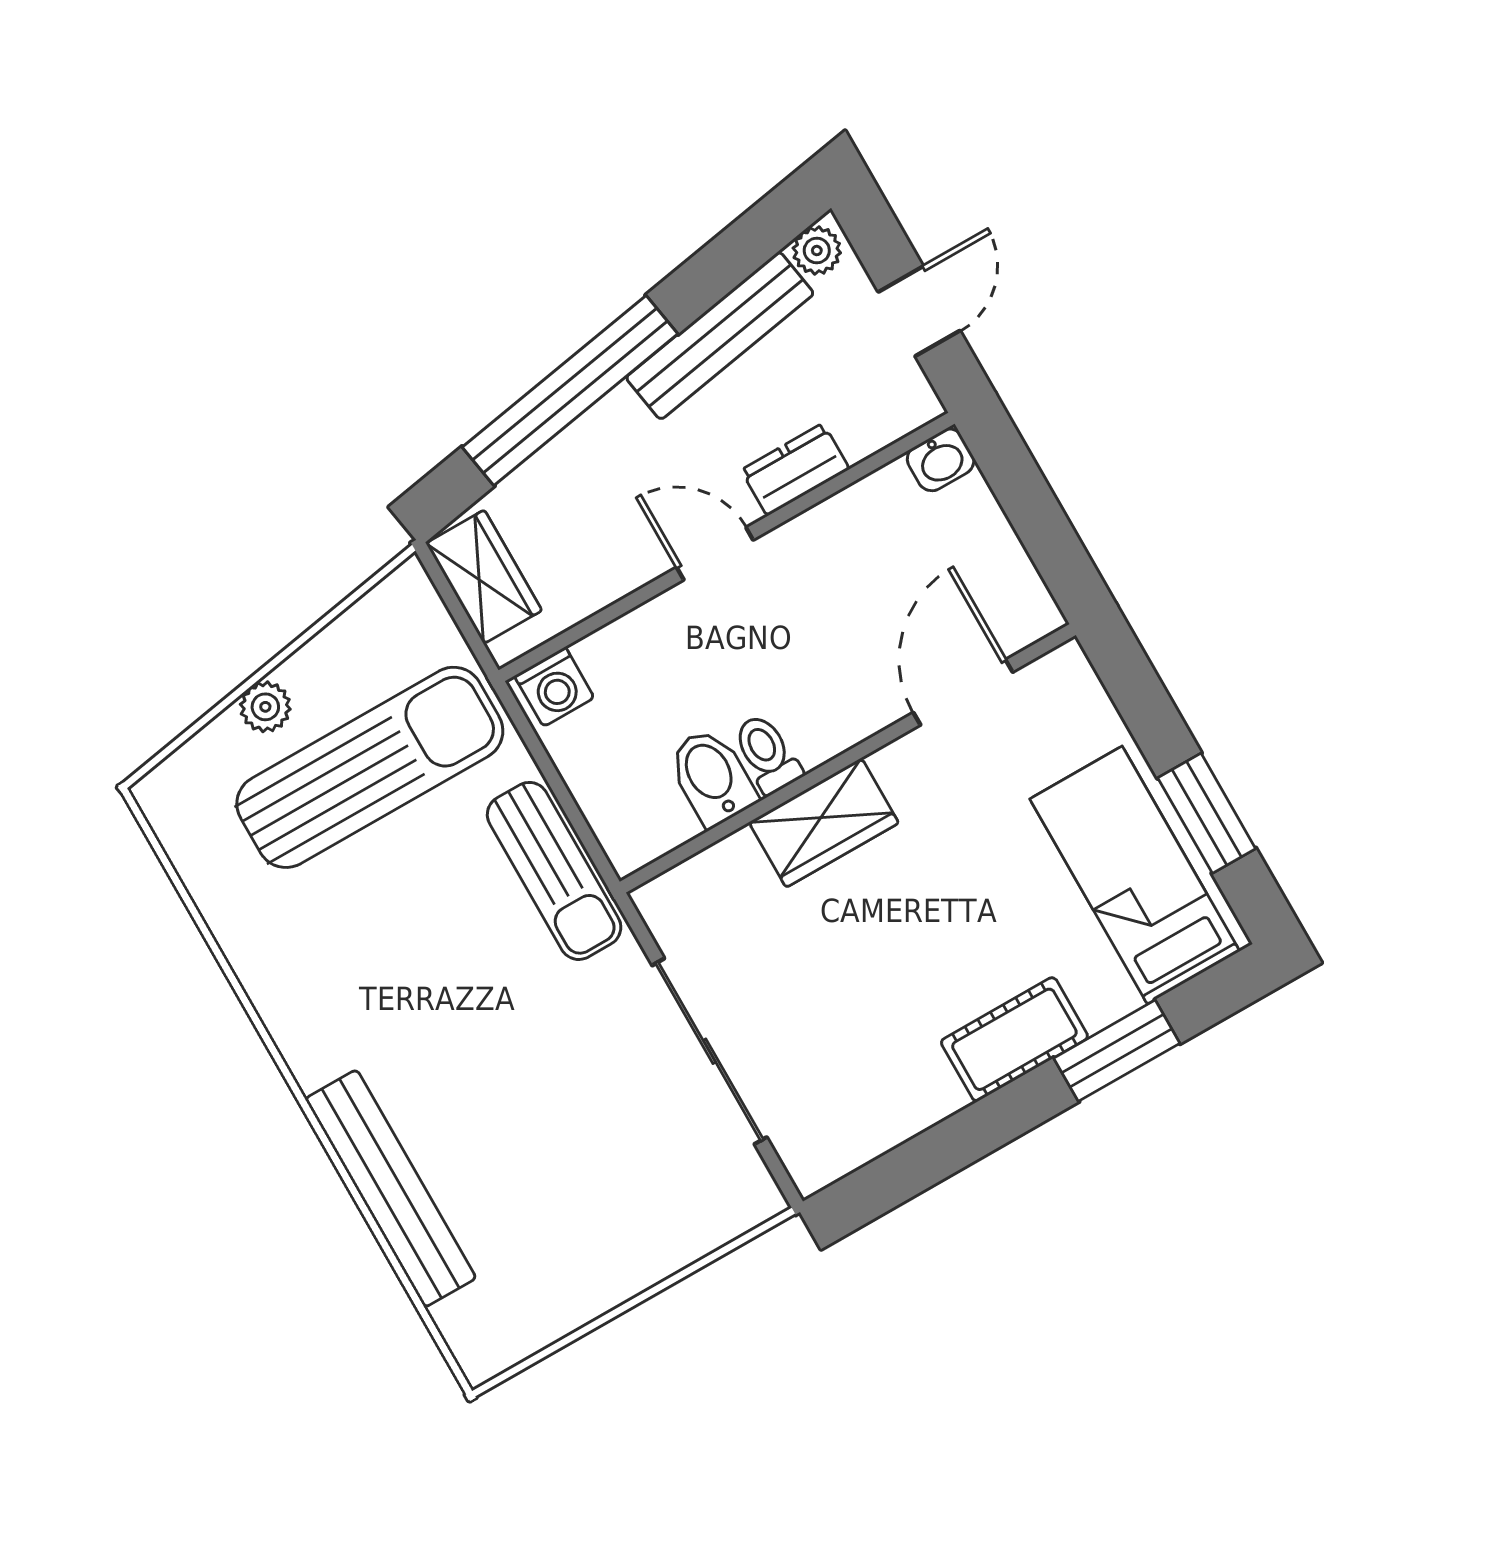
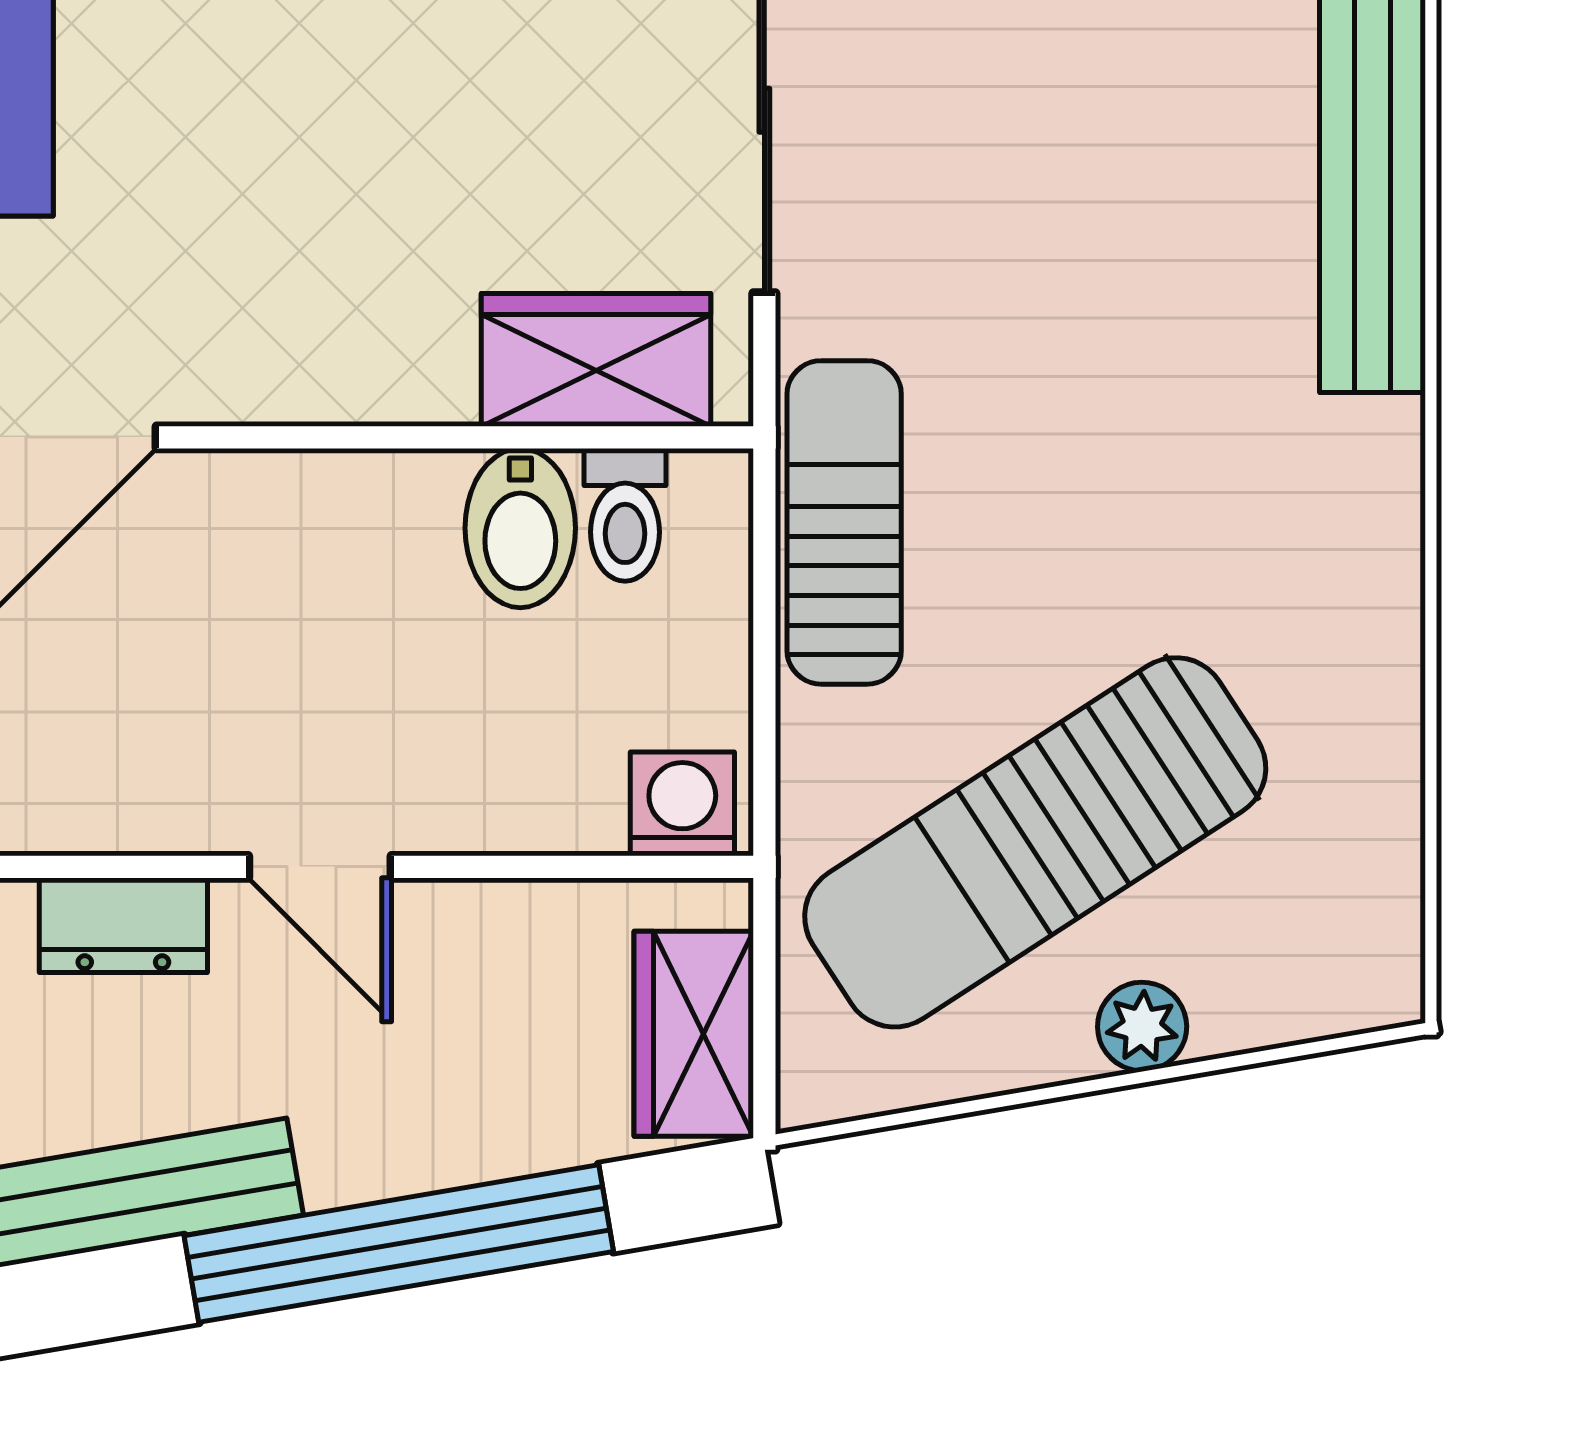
toilet: (767, 754) -> (625, 515), moved
sun lounger: (370, 767) -> (1035, 842), turned -33
wardrobe: (824, 823) -> (596, 360), moved

